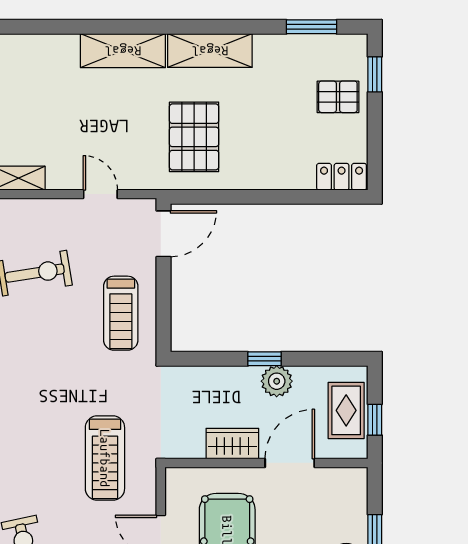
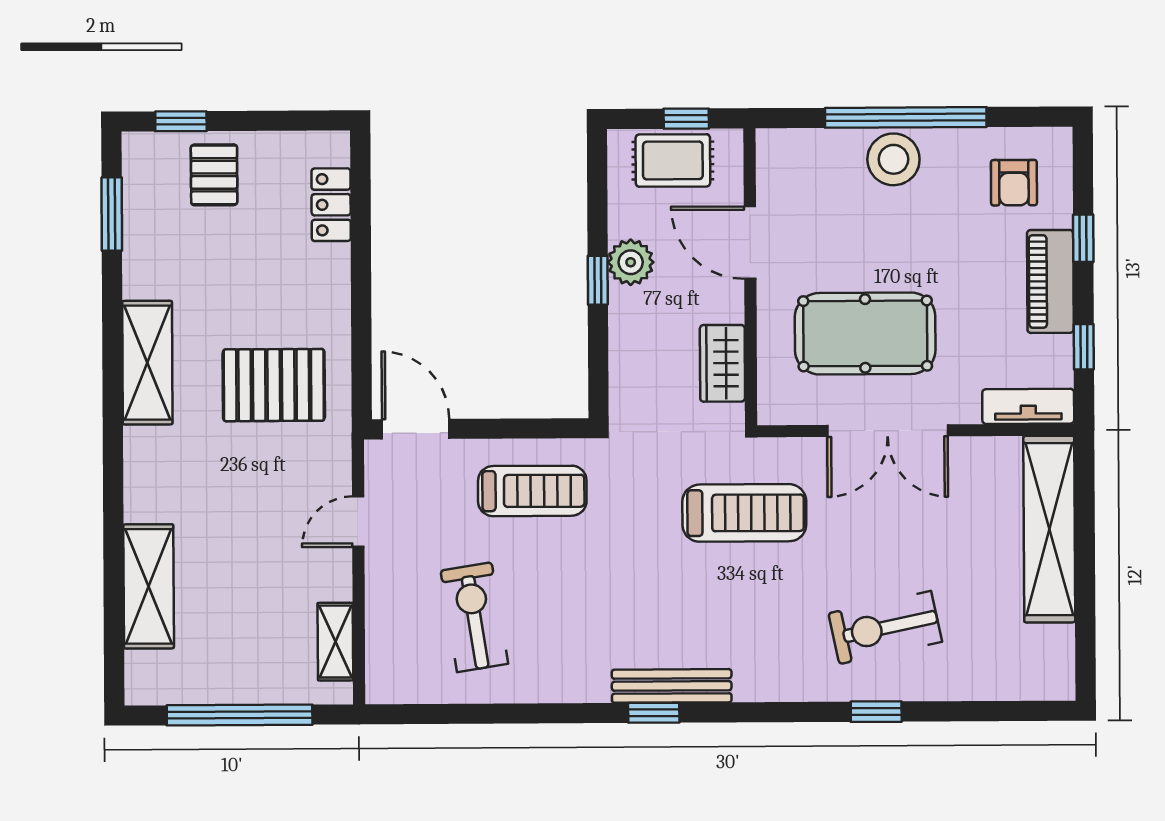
shelving: (123, 51) -> (149, 586), moved
locker: (342, 177) -> (331, 205), moved
wardrobe: (232, 444) -> (722, 363), moved

